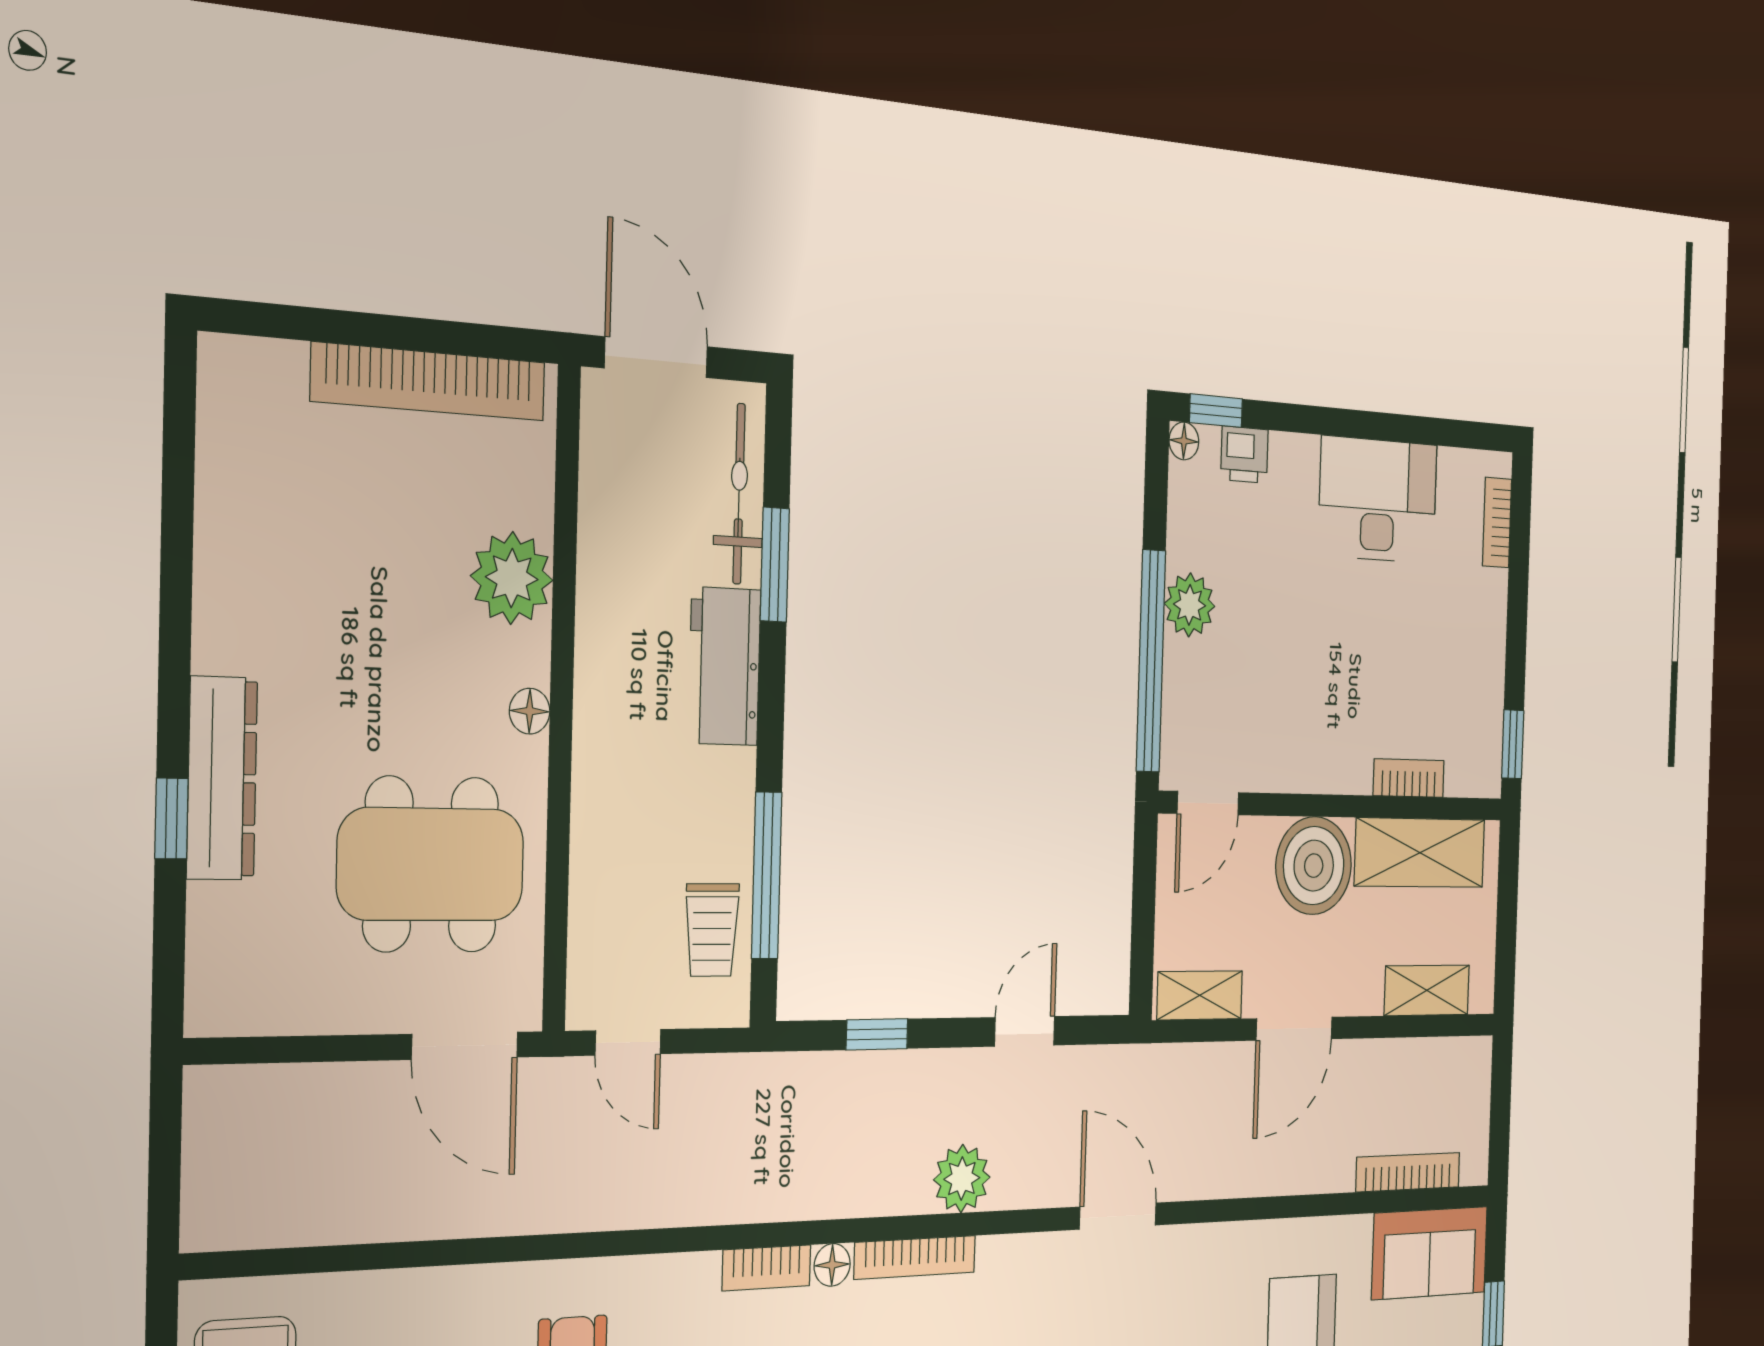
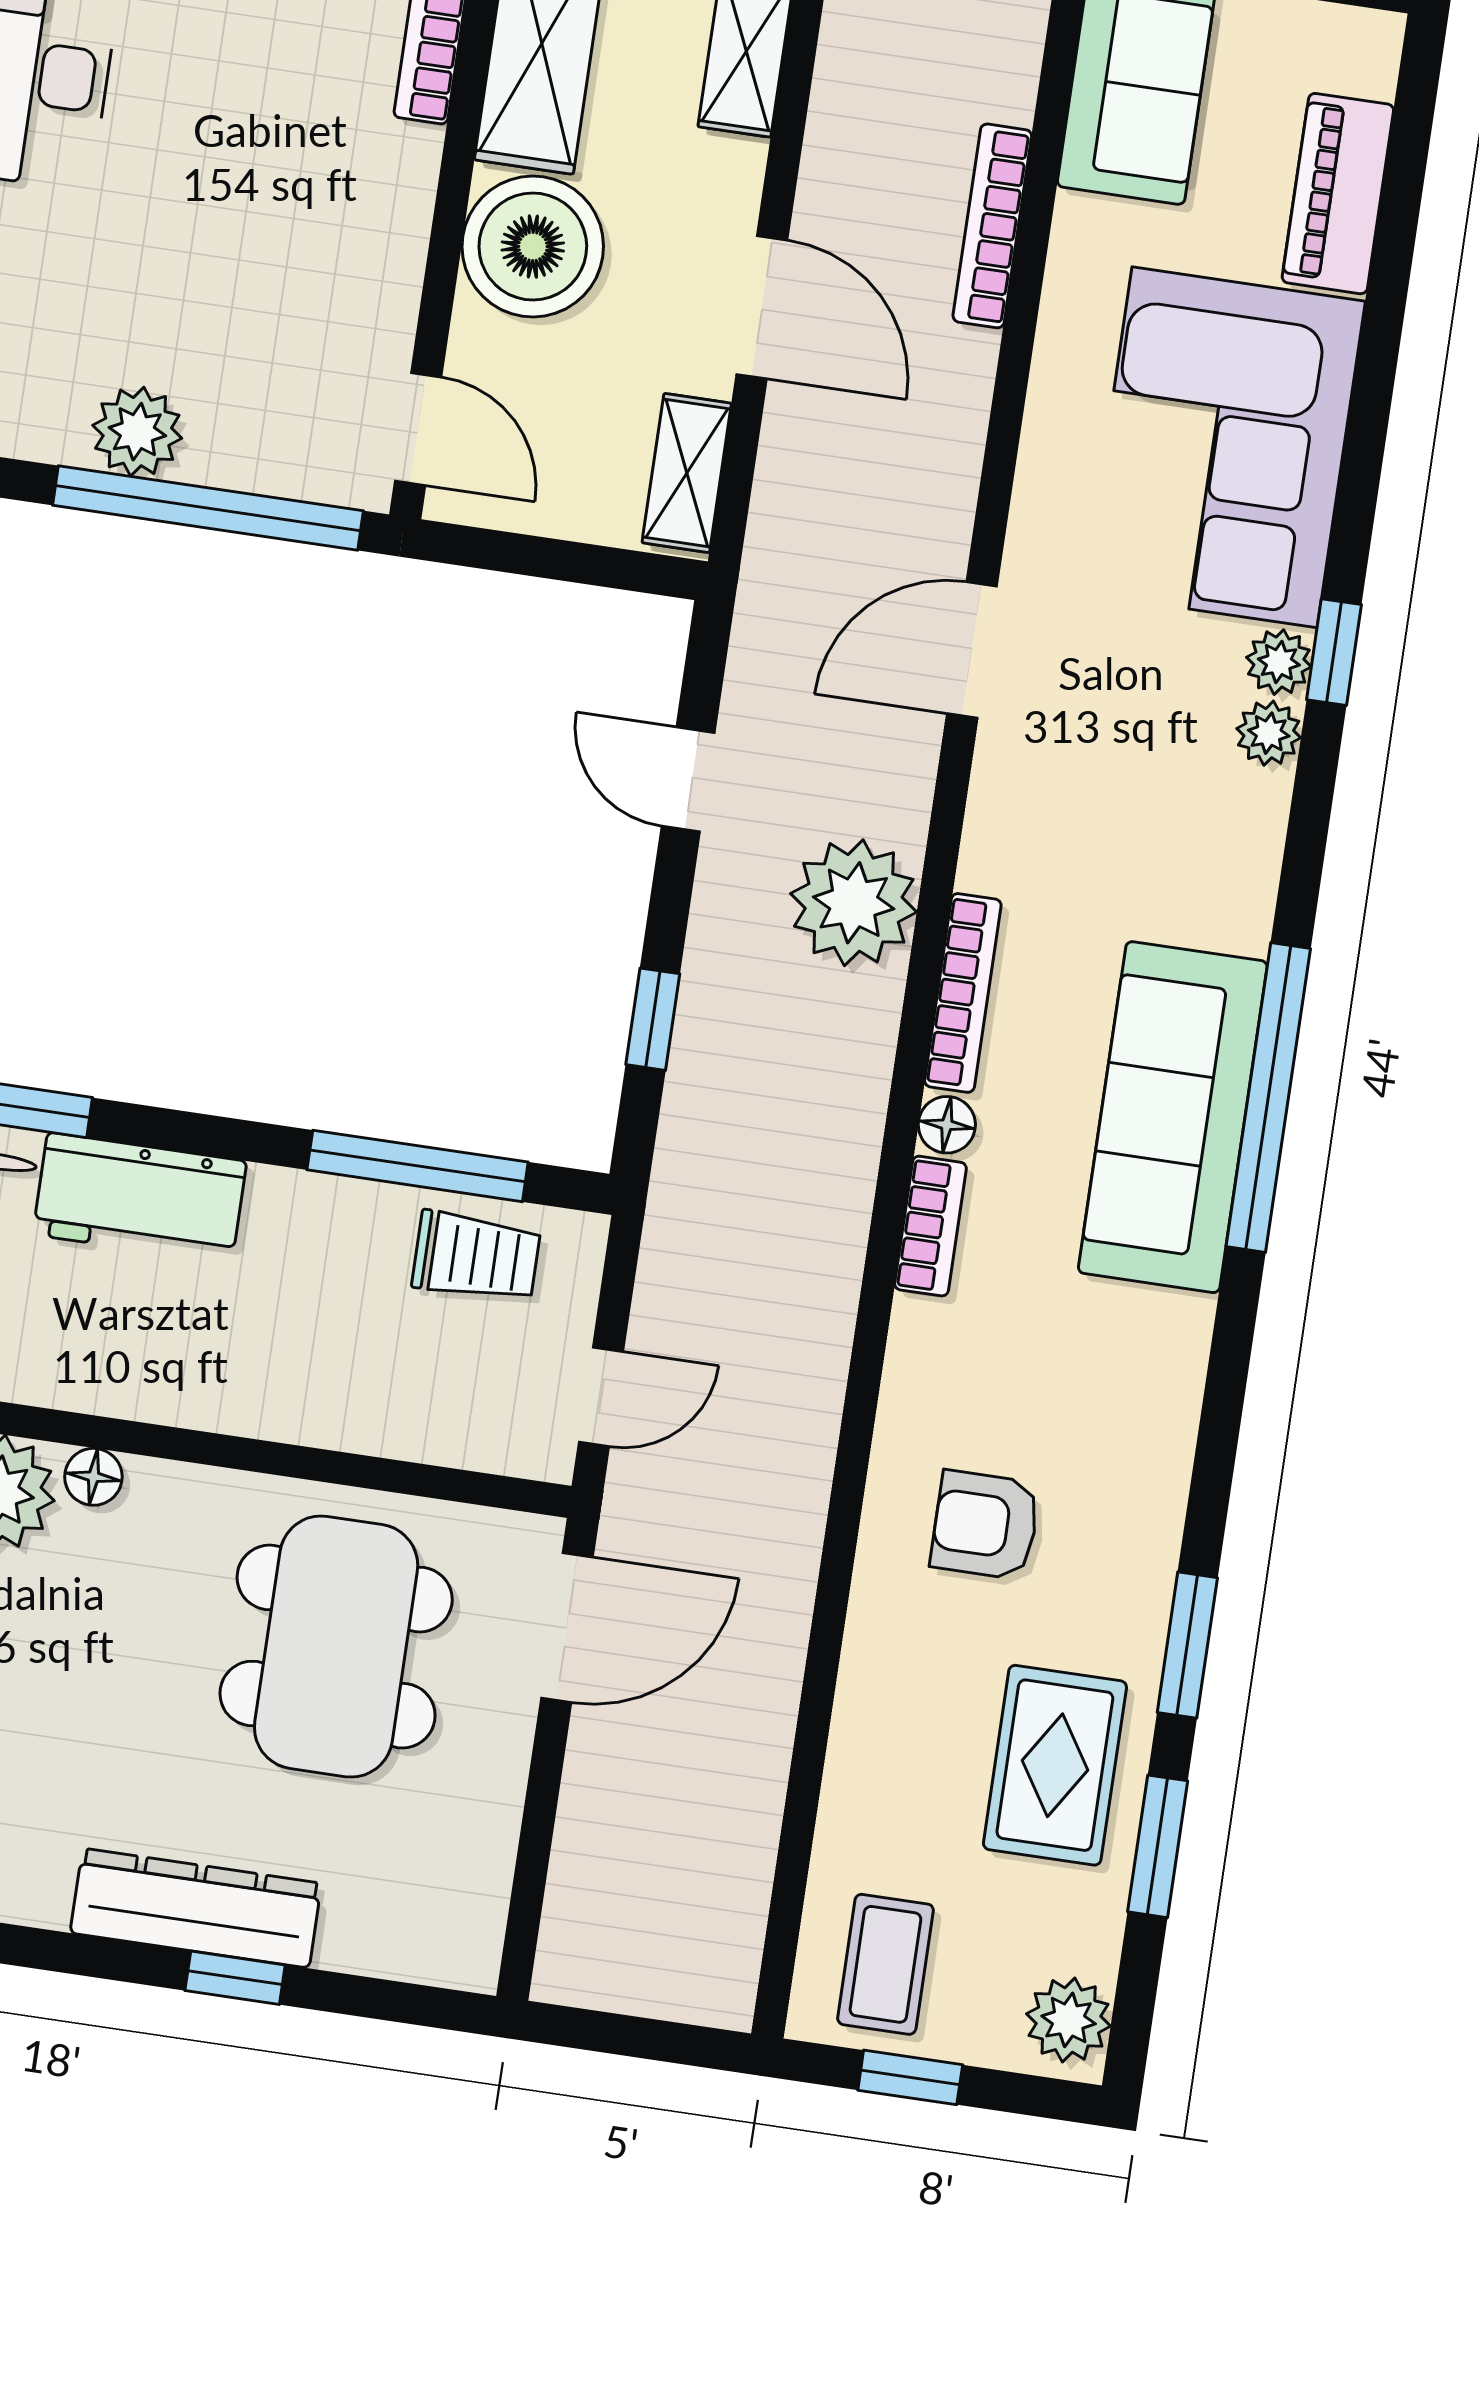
floor lamp: (530, 711) -> (93, 1477), moved
bookcase: (1408, 1172) -> (992, 226), moved
plant: (962, 1178) -> (854, 903), width x1.36, depth x1.36

